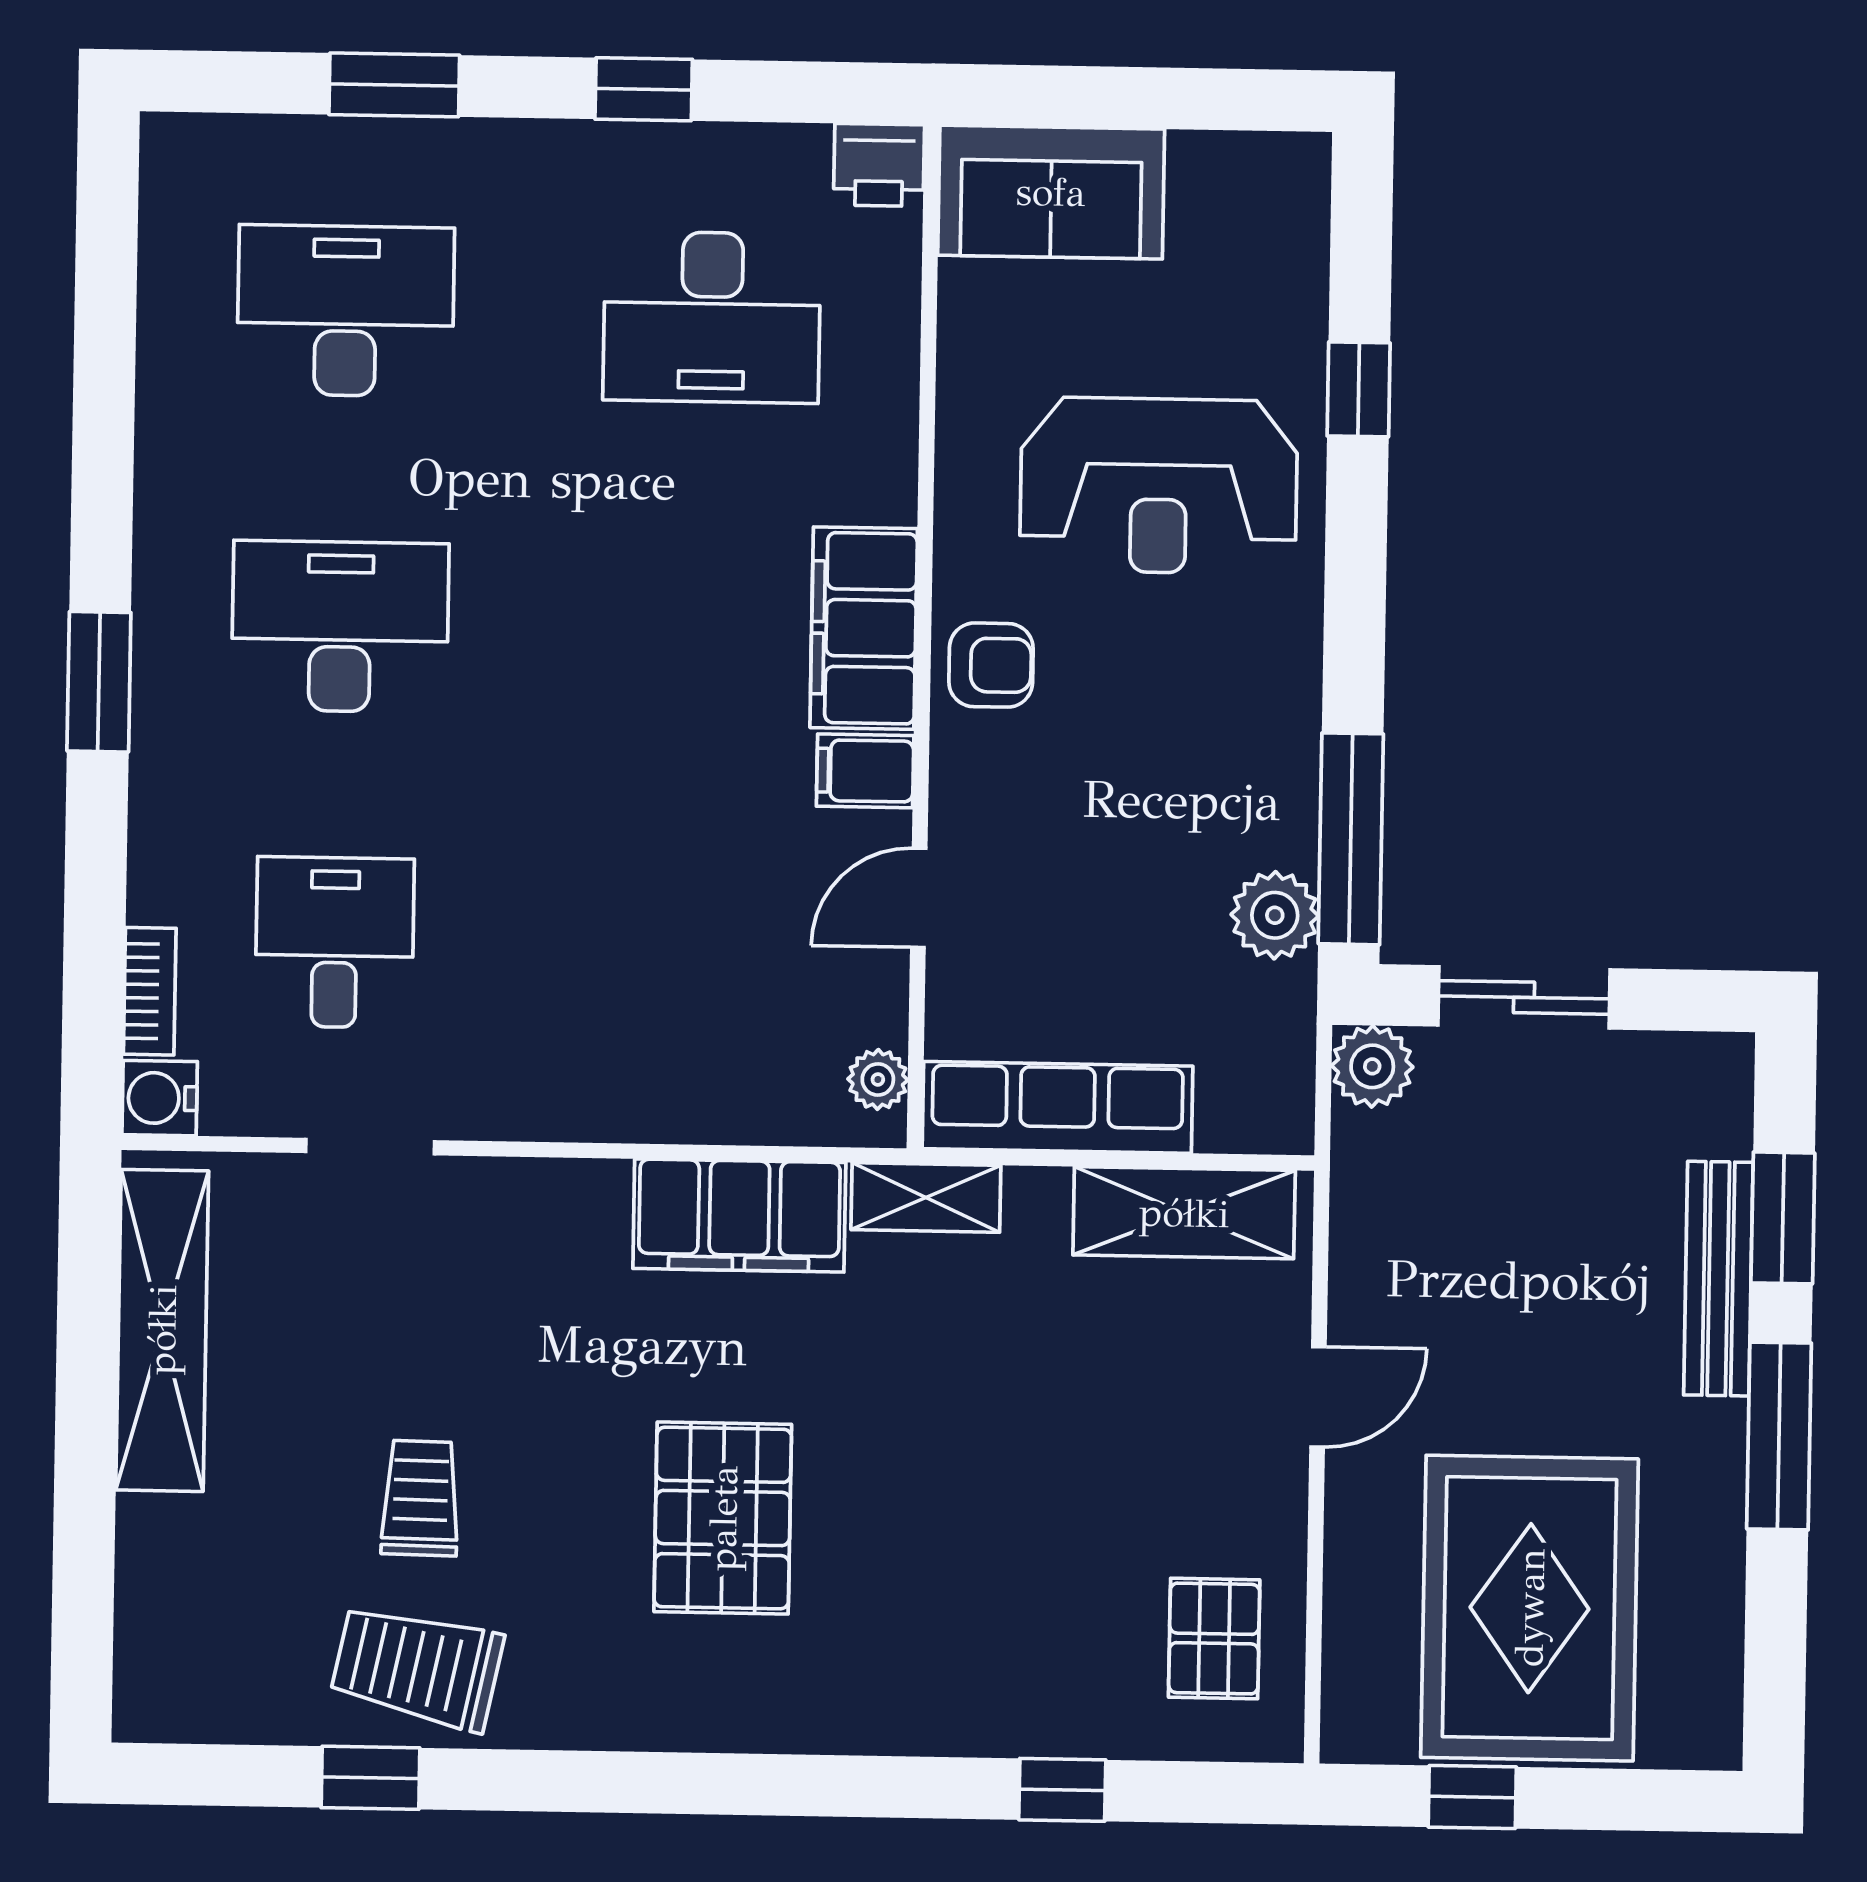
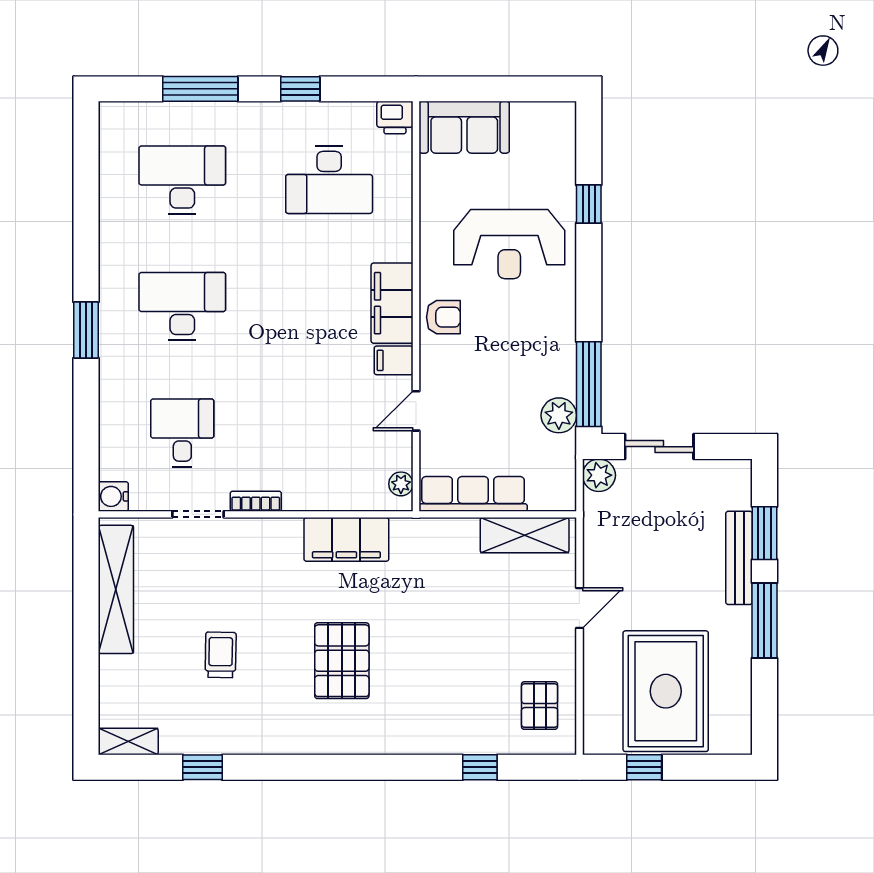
window: (394, 85) -> (200, 89), width x1.44
bookcase: (150, 991) -> (256, 501), moved, turned -90
shelving: (926, 1197) -> (128, 742), moved
trolley: (417, 1667) -> (220, 723), removed

